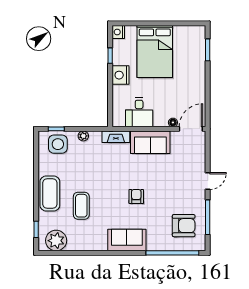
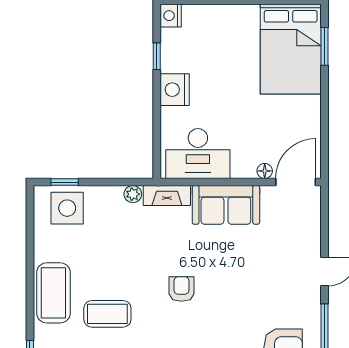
bed: (155, 52) -> (291, 49), moved
desk: (139, 112) -> (198, 154), width x1.37
plant: (83, 136) -> (133, 194), moved
armchair: (136, 196) -> (181, 289), moved
coffee table: (81, 206) -> (107, 314), turned 90

